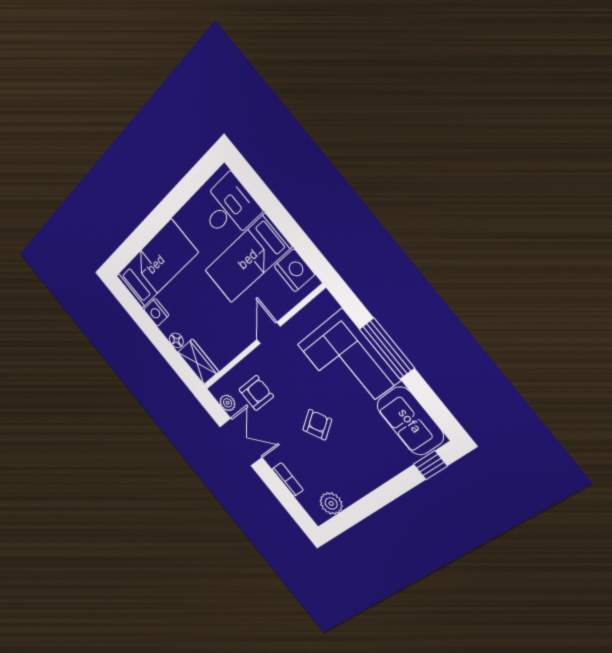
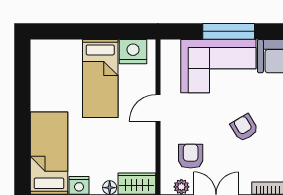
desk: (229, 208) -> (60, 62), removed
door: (269, 333) -> (158, 108), hinge flipped

